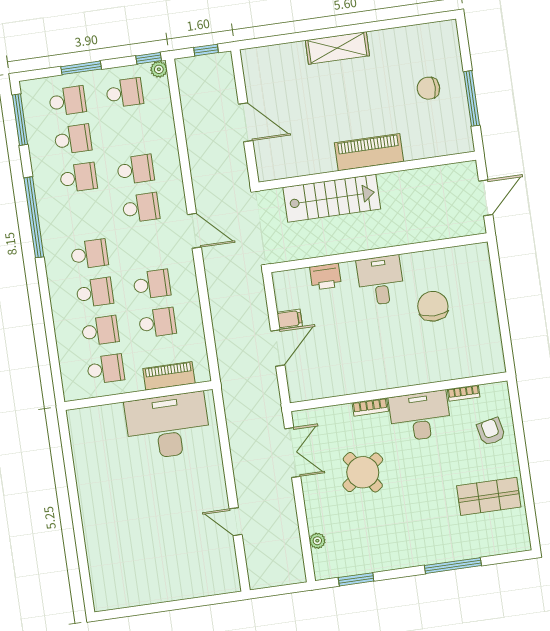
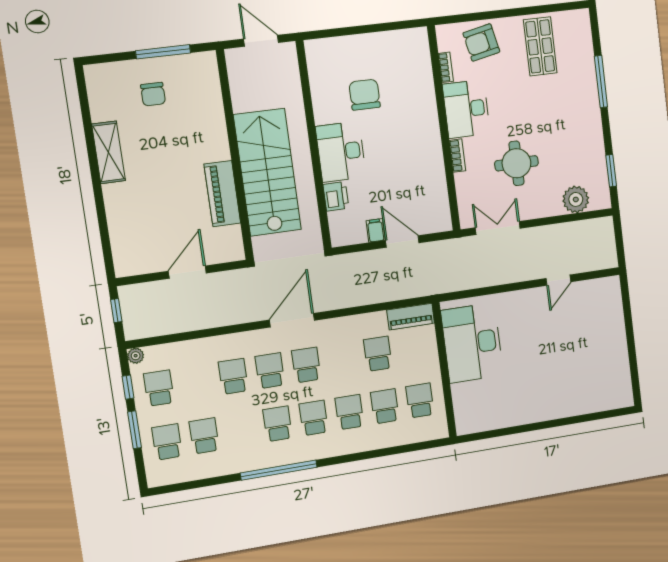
shelving: (337, 48) -> (109, 152), moved
window: (149, 58) -> (128, 387), moved
window: (20, 120) -> (185, 486), removed
piano: (369, 152) -> (222, 194), moved
school desk: (78, 178) -> (278, 424), moved
stairs: (332, 198) -> (267, 172), width x1.36, depth x1.51
door: (194, 231) -> (292, 320), width x1.36
desk: (381, 280) -> (341, 152), width x1.37
school desk: (152, 284) -> (306, 365), moved
chair: (433, 306) -> (365, 95), turned 90
piano: (169, 376) -> (411, 317), moved, turned -90
armchair: (491, 432) -> (481, 42), width x1.38, depth x1.38
round table: (363, 472) -> (516, 163), turned 36
plant: (317, 541) -> (576, 199), width x1.88, depth x1.88

